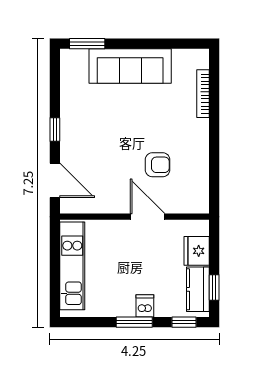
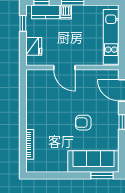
sofa: (130, 66) -> (93, 161), moved
armchair: (158, 165) -> (83, 123), moved
kitchen counter: (198, 289) -> (46, 12), moved, turned 90

